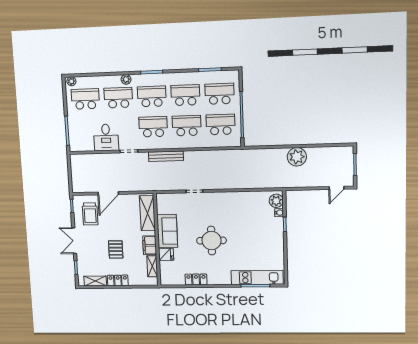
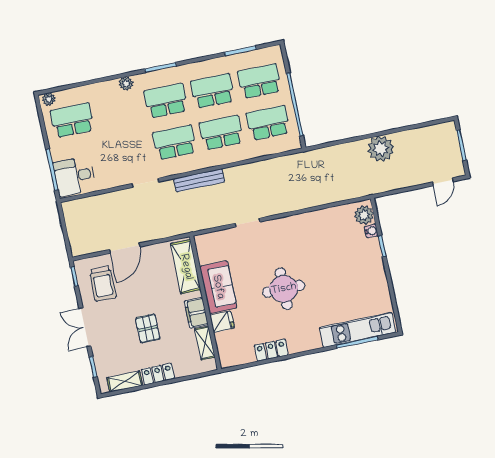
school desk: (118, 98) -> (119, 110), removed
desk: (106, 137) -> (74, 176), moved, turned 90

